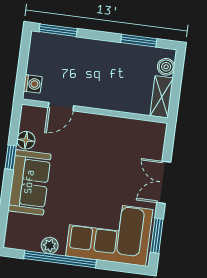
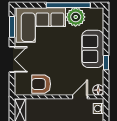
armchair: (121, 136) -> (41, 84), added
floor lamp: (26, 140) -> (98, 90), moved
plant: (50, 245) -> (76, 17), width x1.88, depth x1.88

